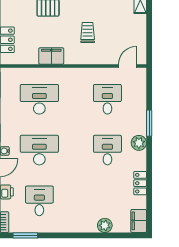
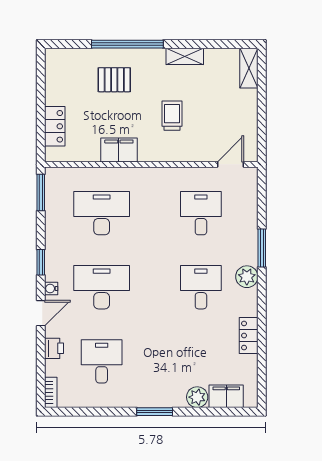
filing cabinet: (139, 221) -> (226, 396), moved, turned 90
window: (25, 235) -> (155, 412), moved

